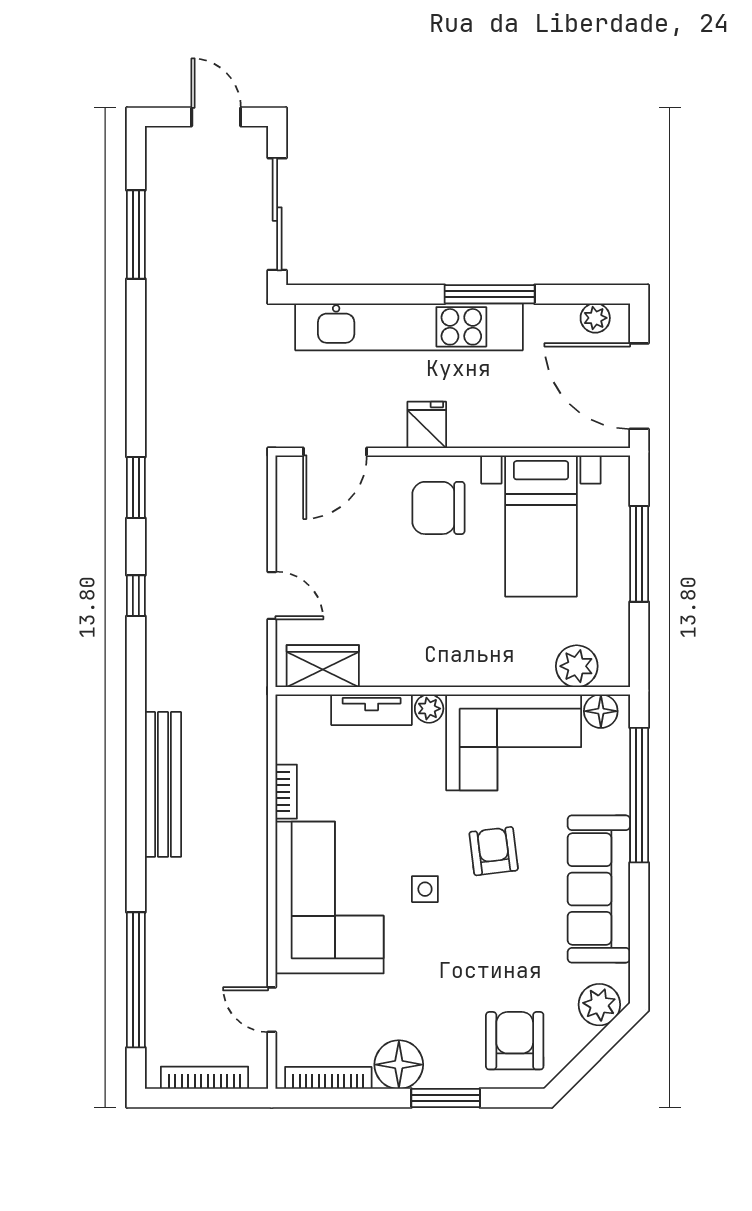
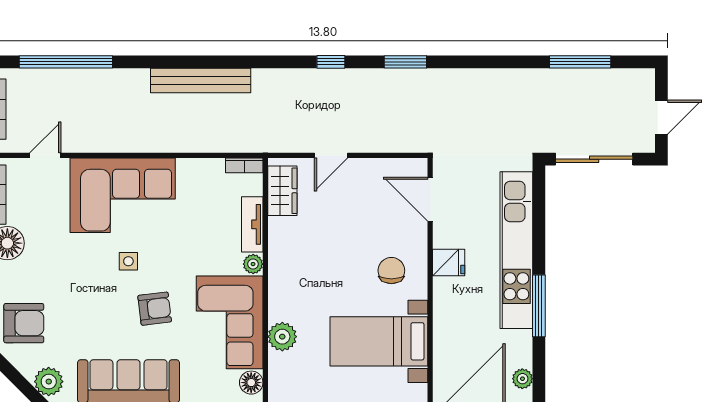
chair: (438, 508) -> (391, 271), width x0.73, depth x0.73
plant: (577, 666) -> (282, 337), moved
bookcase: (286, 792) -> (244, 165), moved

